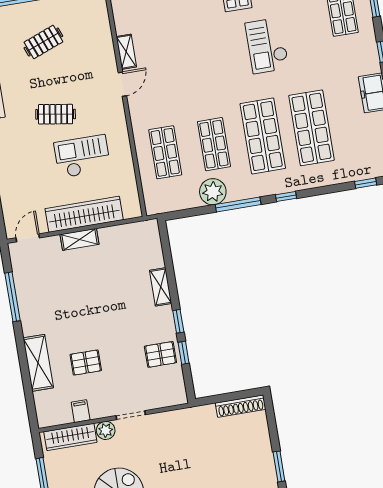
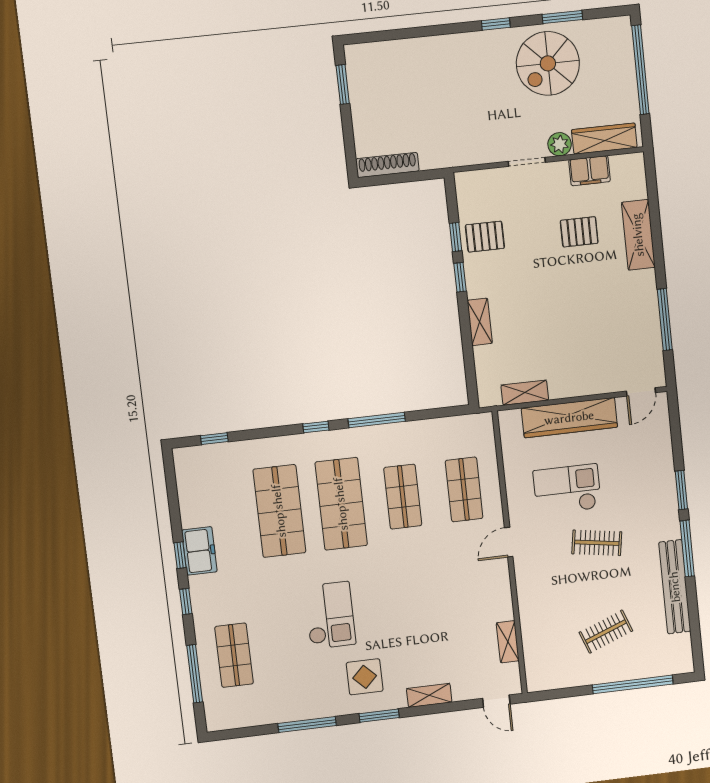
shelving: (126, 52) -> (508, 642), moved
door: (122, 84) -> (509, 542), moved
checkout: (82, 156) -> (567, 489), turned 180
plant: (213, 192) -> (407, 438), removed
shelving: (79, 239) -> (525, 393), moved
filing cabinet: (81, 411) -> (589, 171), width x2.00

